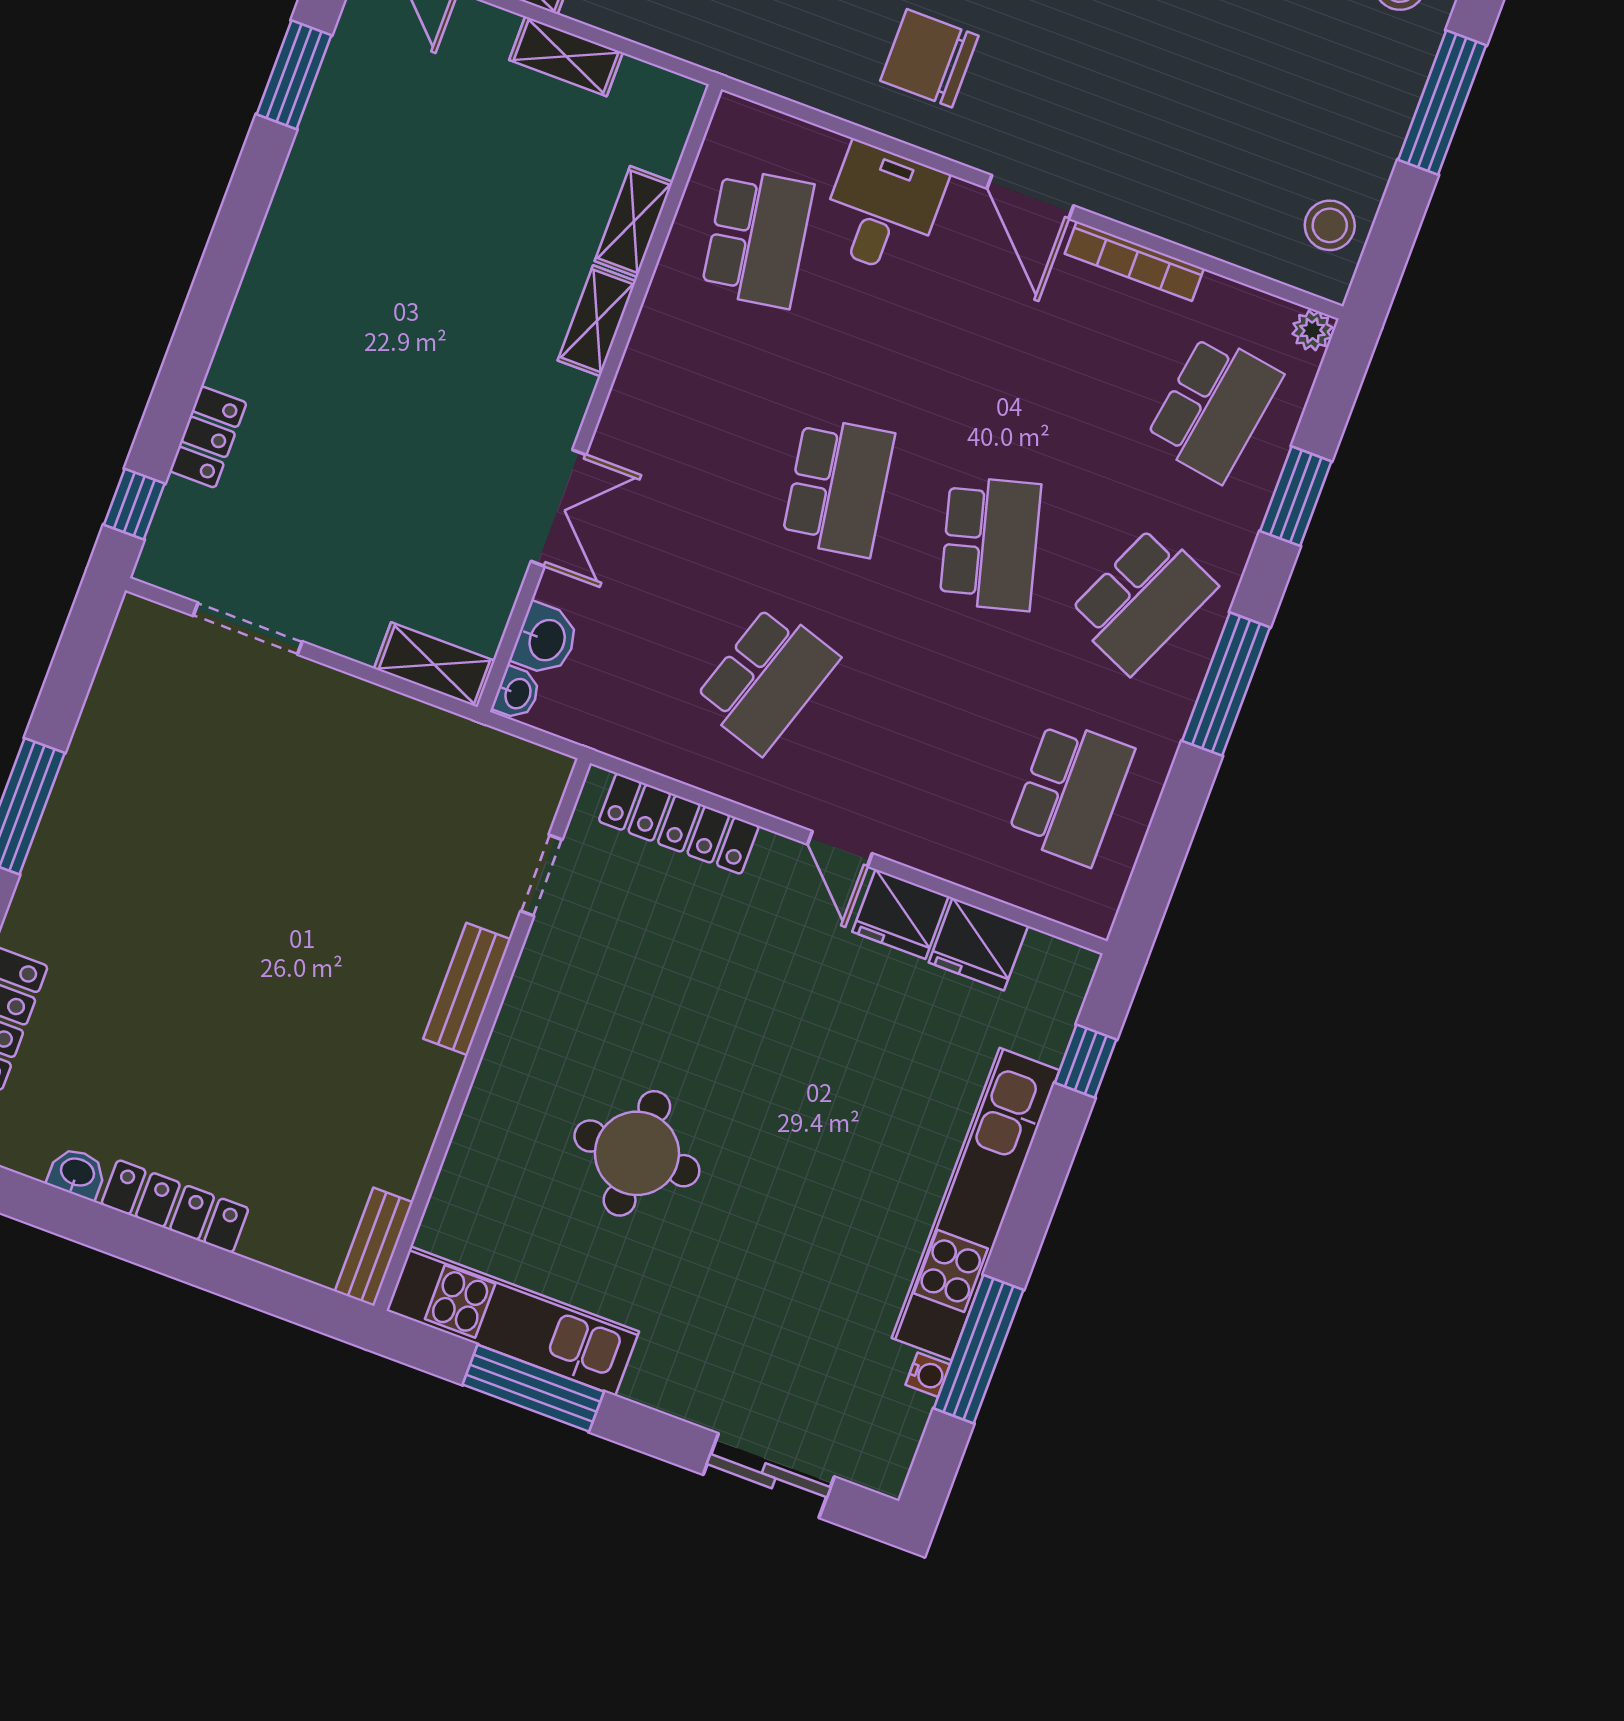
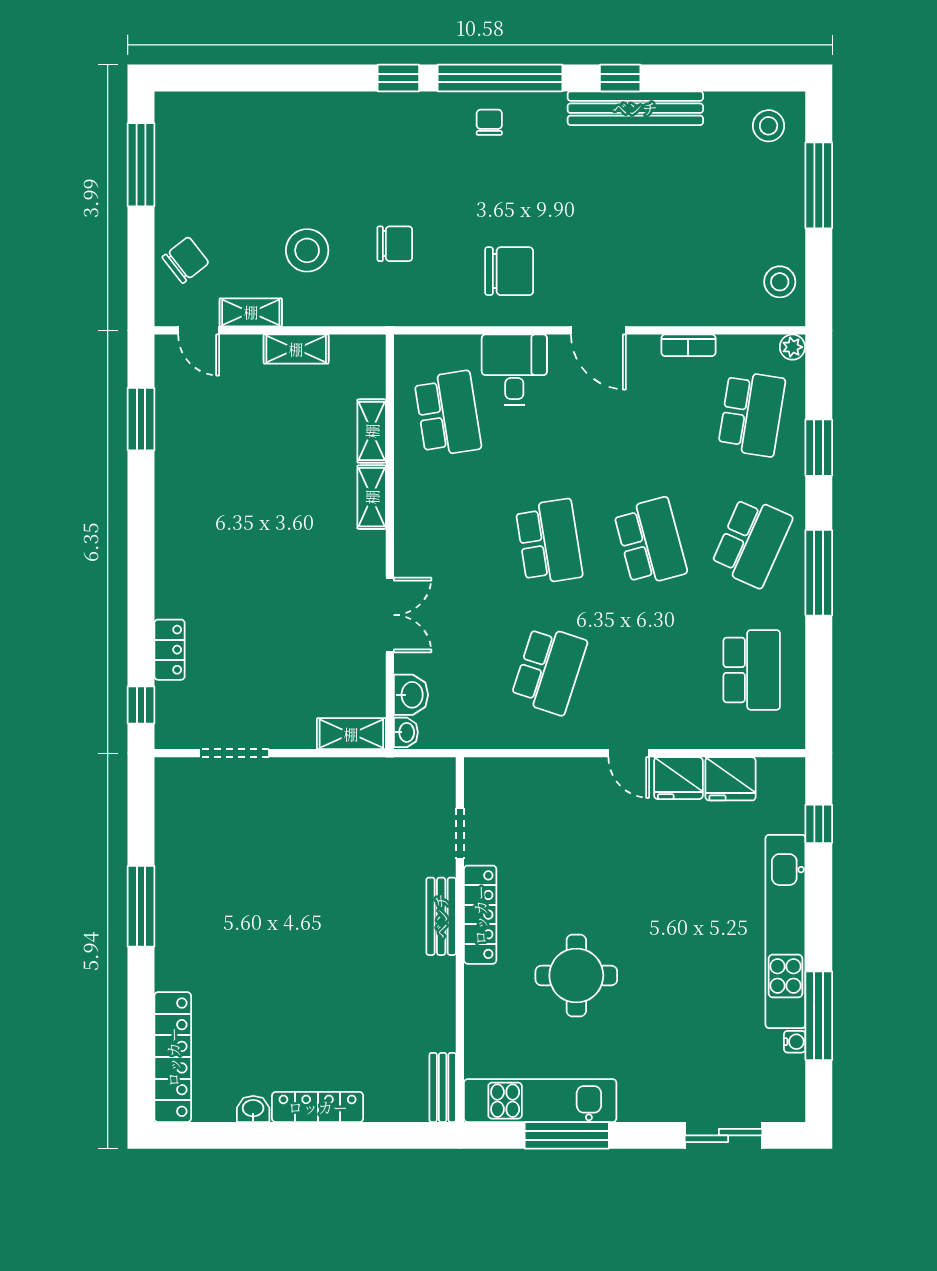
chair: (929, 58) -> (509, 271), turned 180
bookcase: (1134, 261) -> (688, 345), width x0.64
locker: (679, 824) -> (480, 915), moved, turned -90

